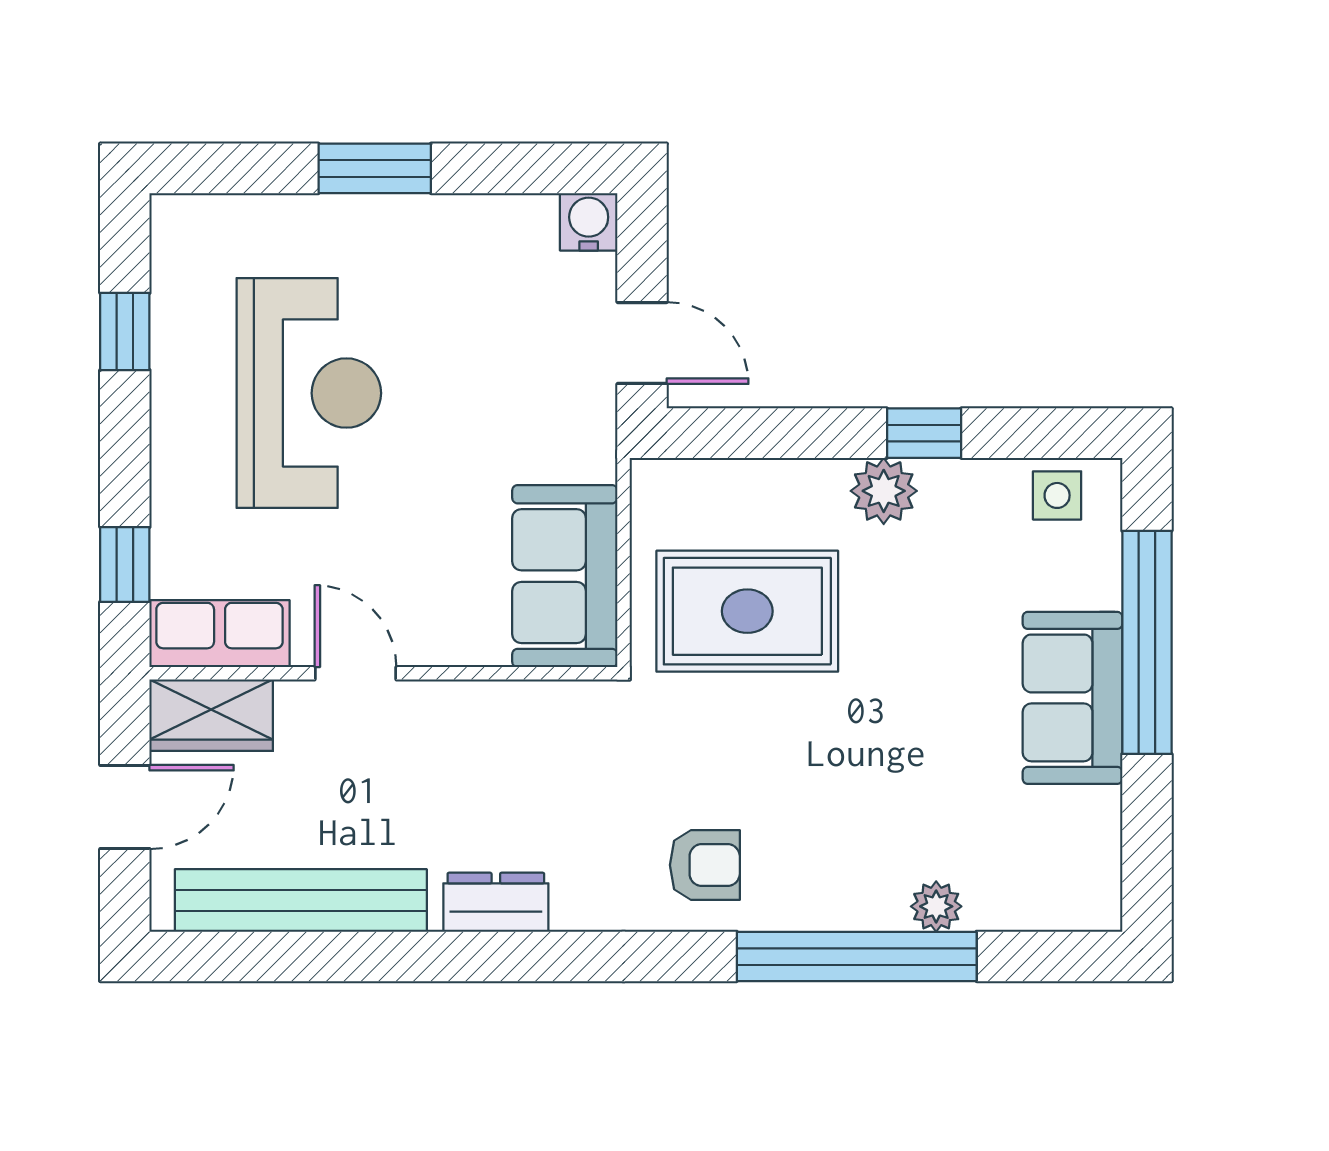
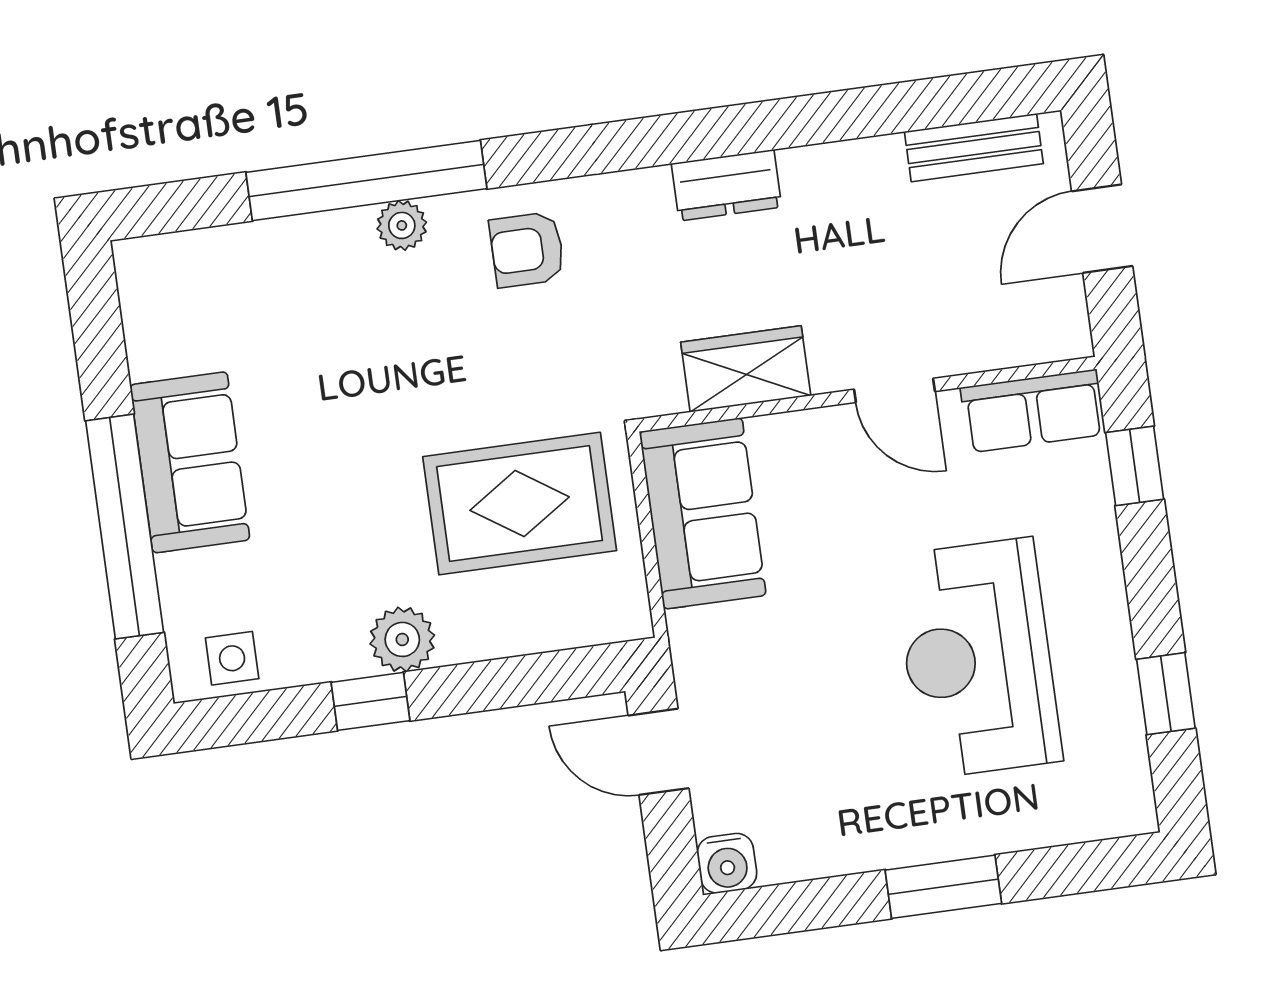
wardrobe: (211, 715) -> (746, 369), moved
bench: (301, 901) -> (974, 148), width x0.54, depth x0.82
plant: (936, 906) -> (402, 225), moved

